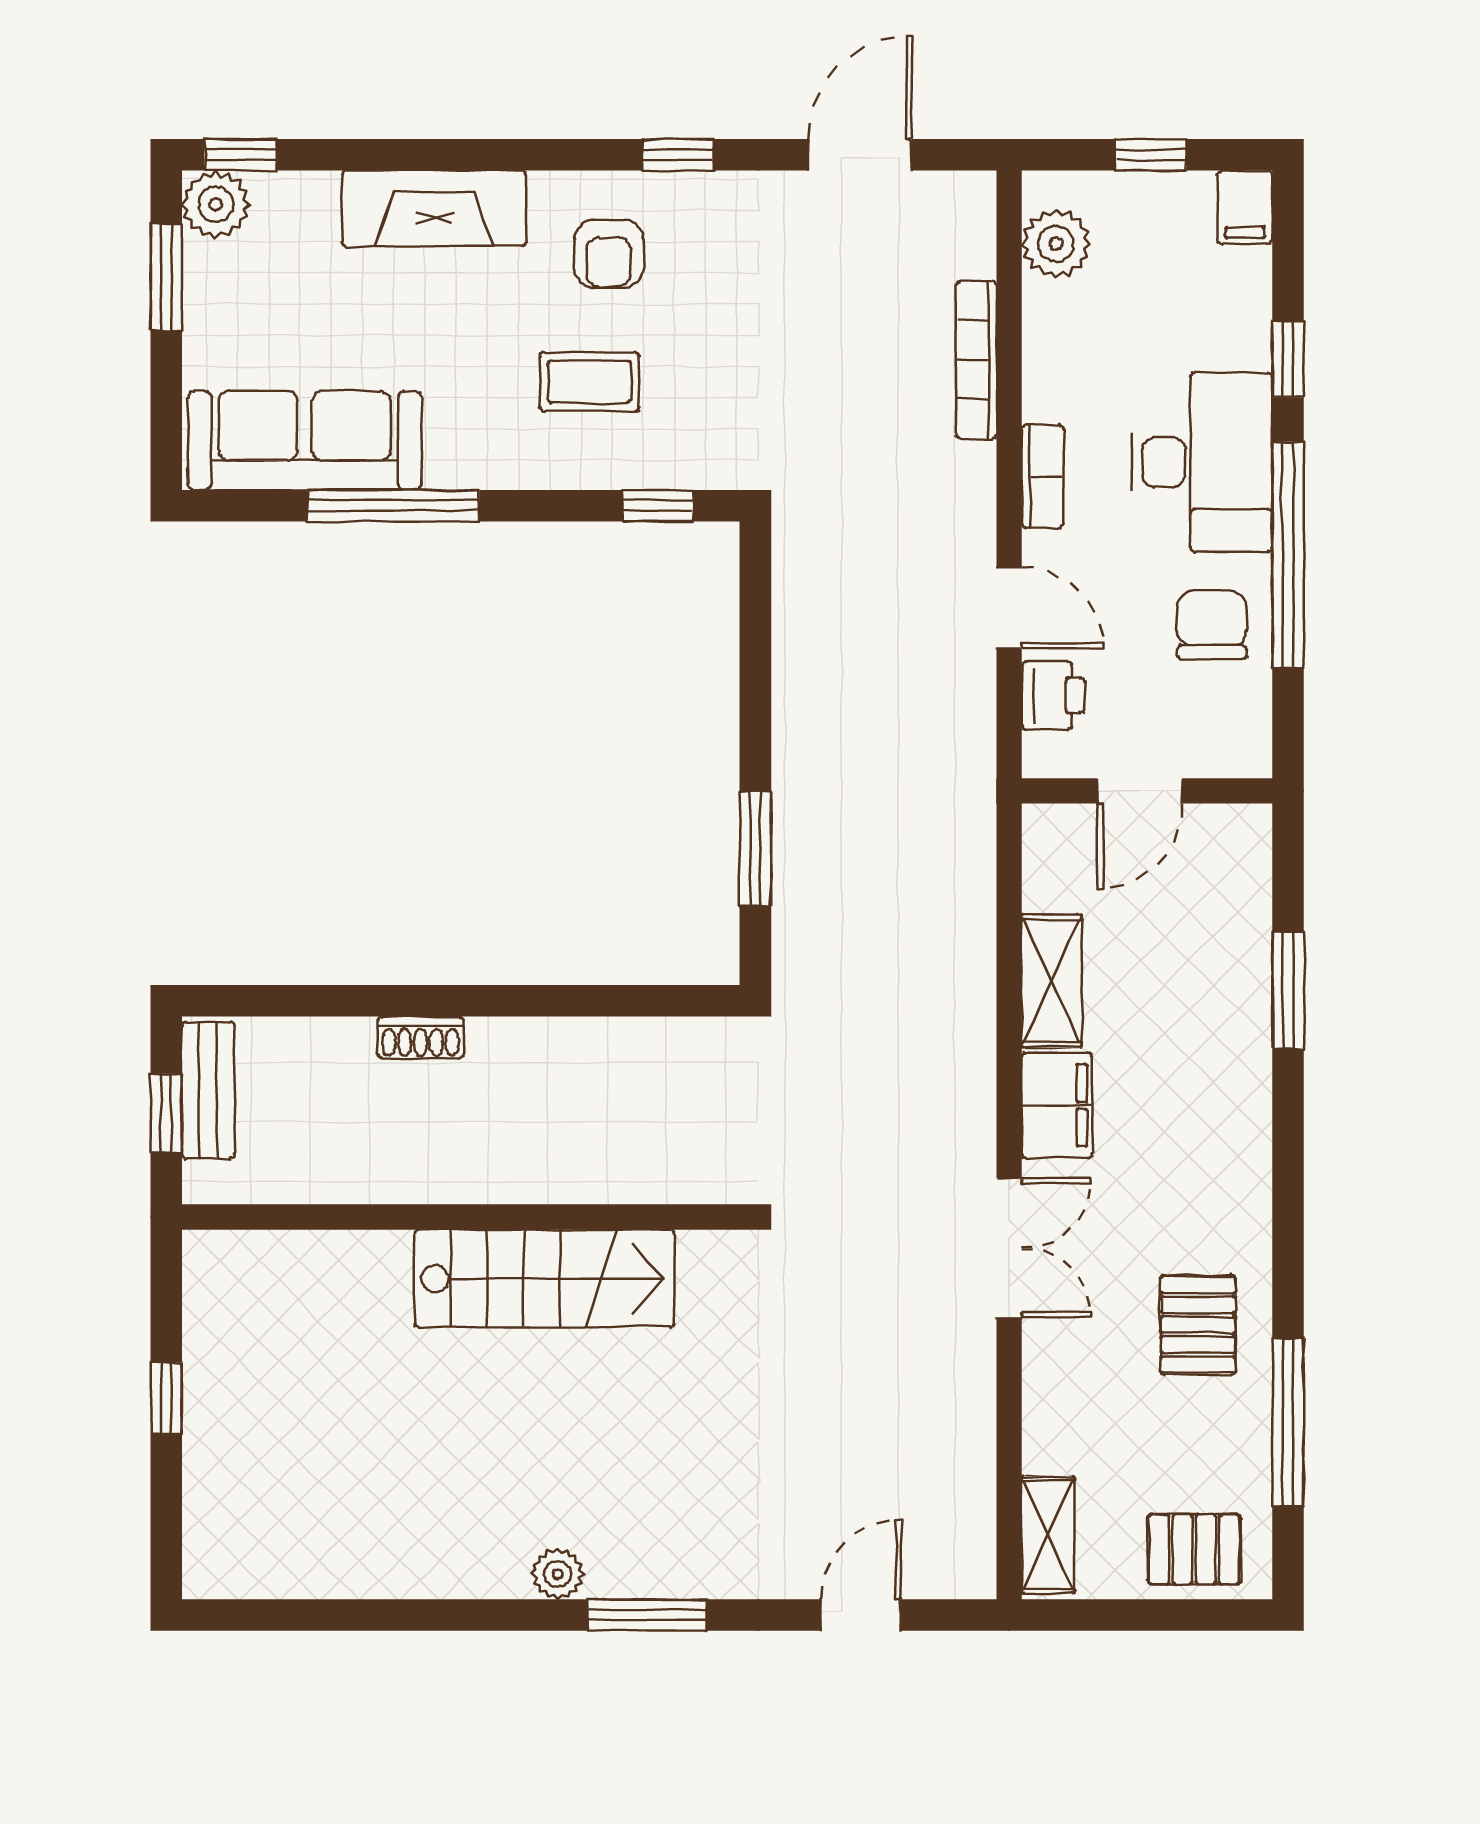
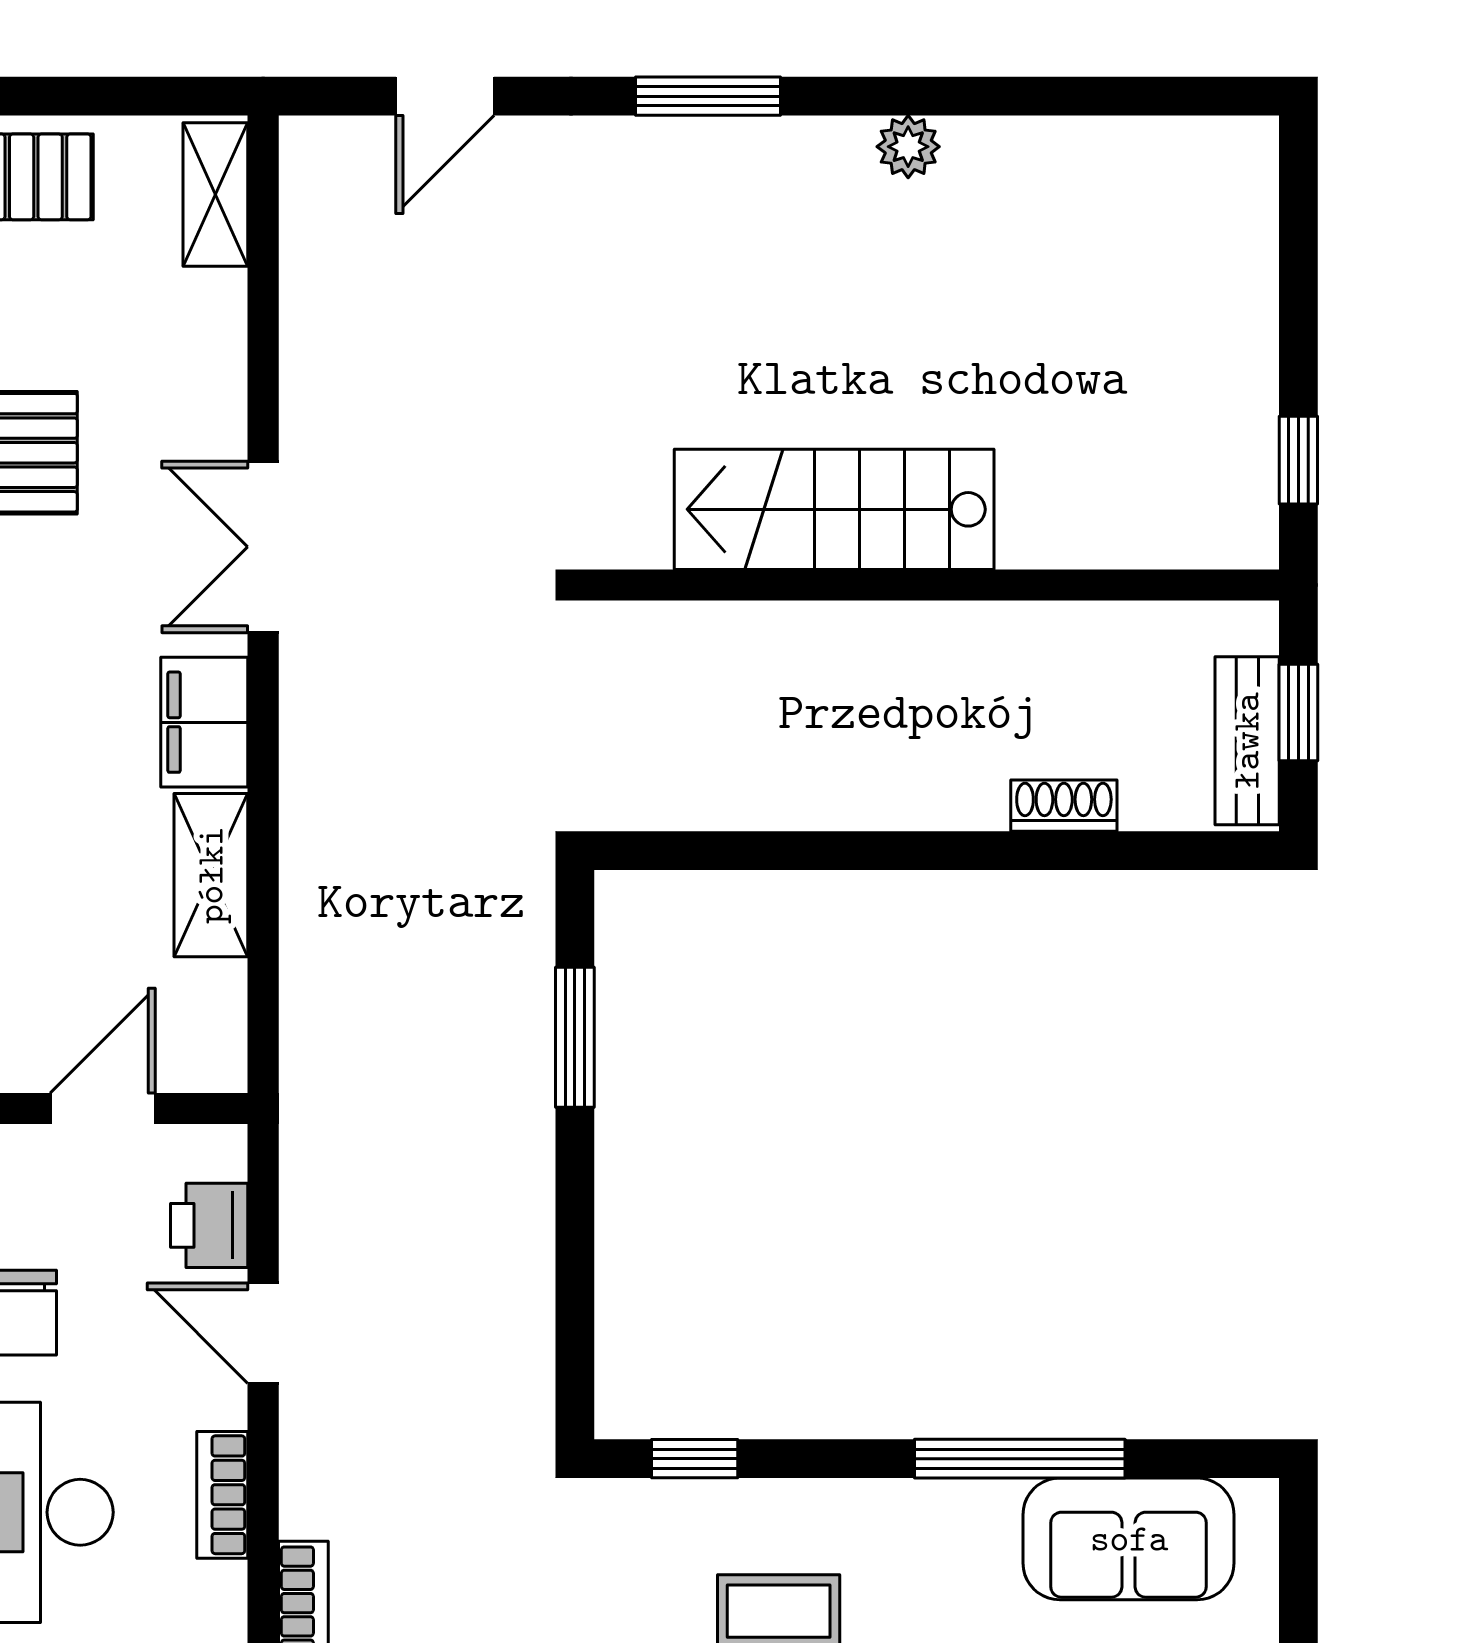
sofa: (305, 440) -> (1129, 1539), width x0.73
shoe rack: (421, 1037) -> (1064, 806), moved
window: (166, 1398) -> (1298, 460), moved
plant: (558, 1574) -> (908, 147), moved

